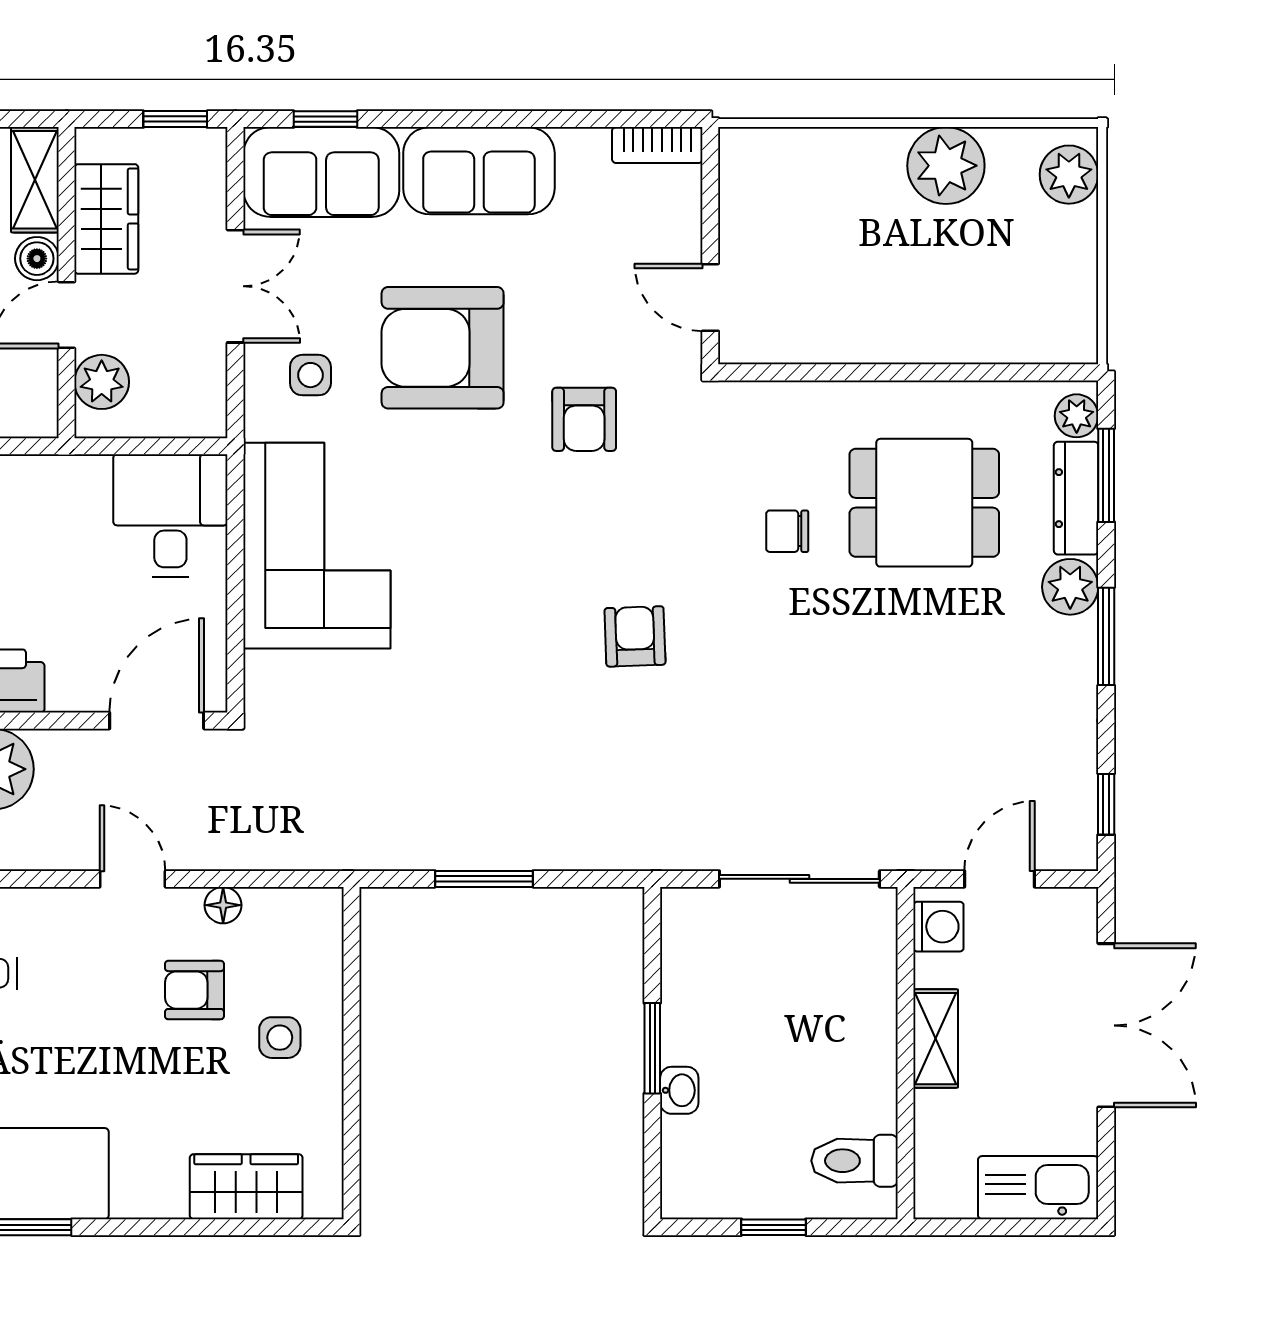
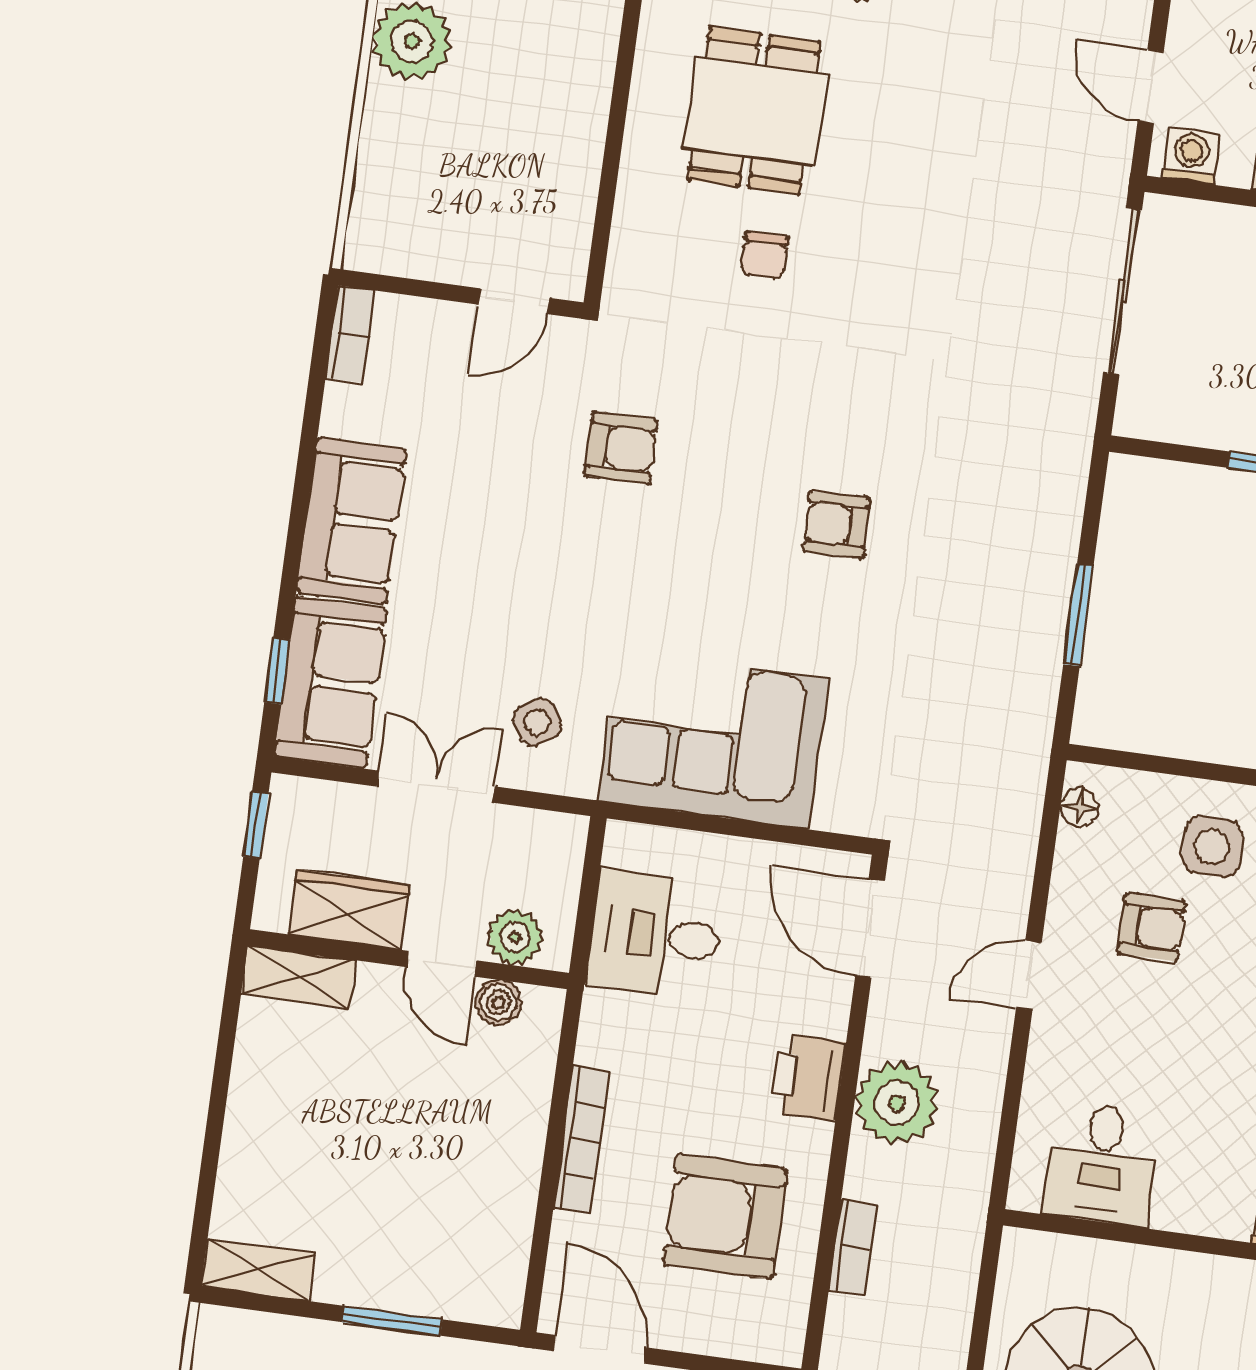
boiler: (37, 259) -> (498, 1003), moved
armchair: (443, 348) -> (528, 583), removed
side table: (310, 375) -> (537, 722), turned -31
desk: (170, 516) -> (655, 935), moved
armchair: (635, 636) -> (837, 524), moved
floor lamp: (223, 905) -> (1079, 807), moved
armchair: (194, 990) -> (1152, 927), turned -90
side table: (280, 1038) -> (1212, 847), width x1.37, depth x1.37

